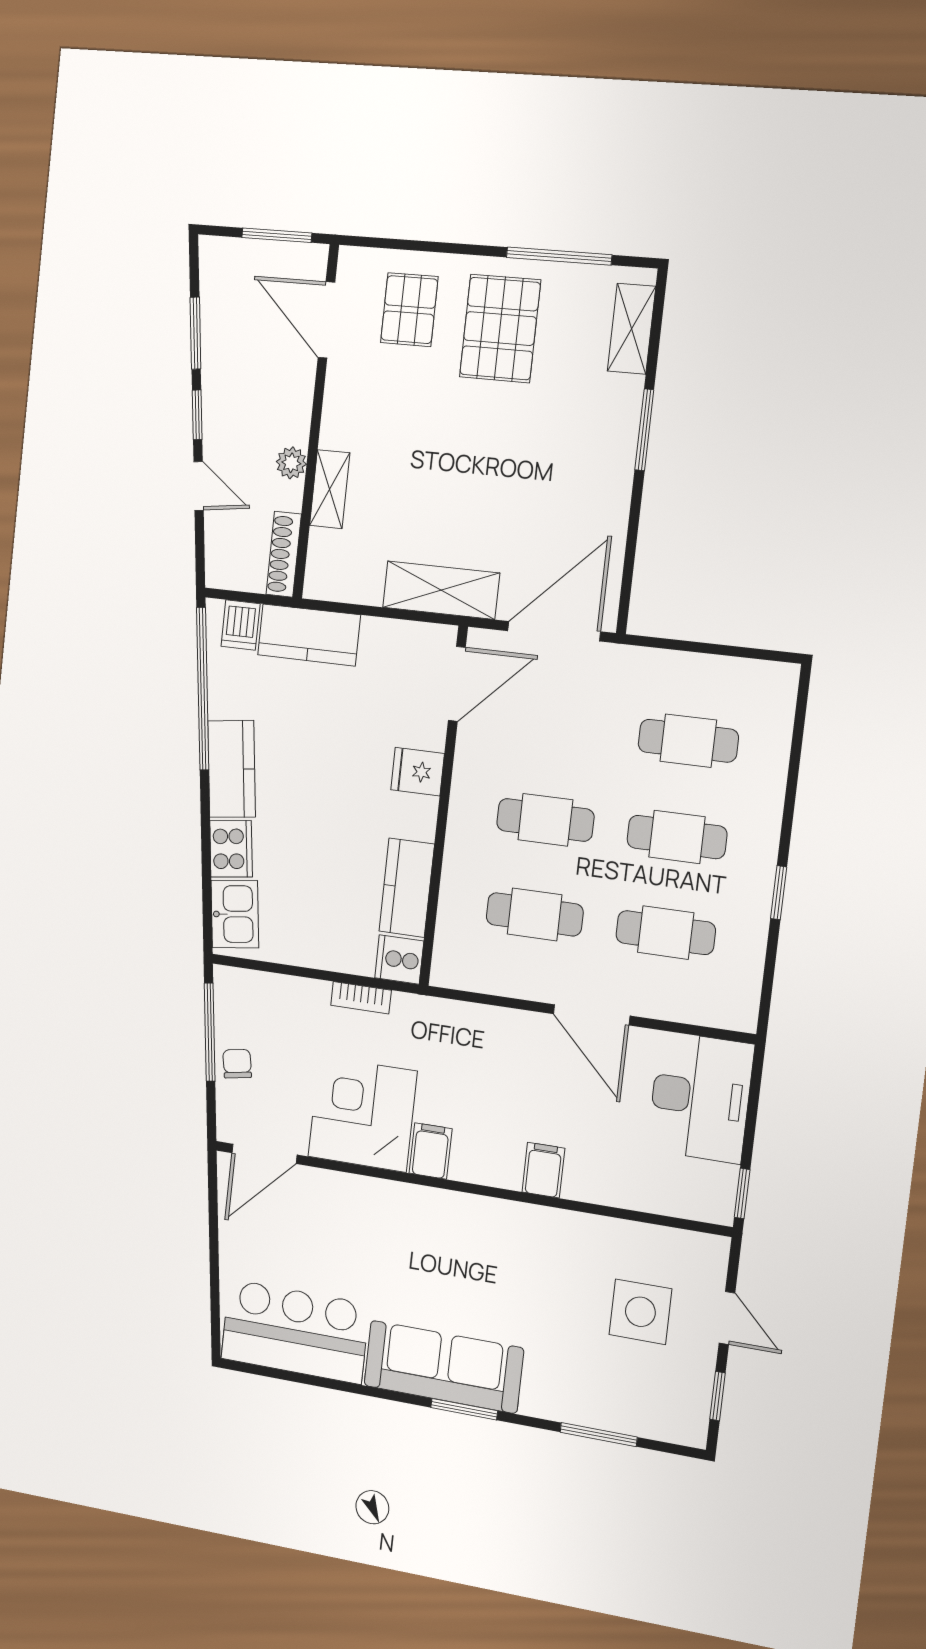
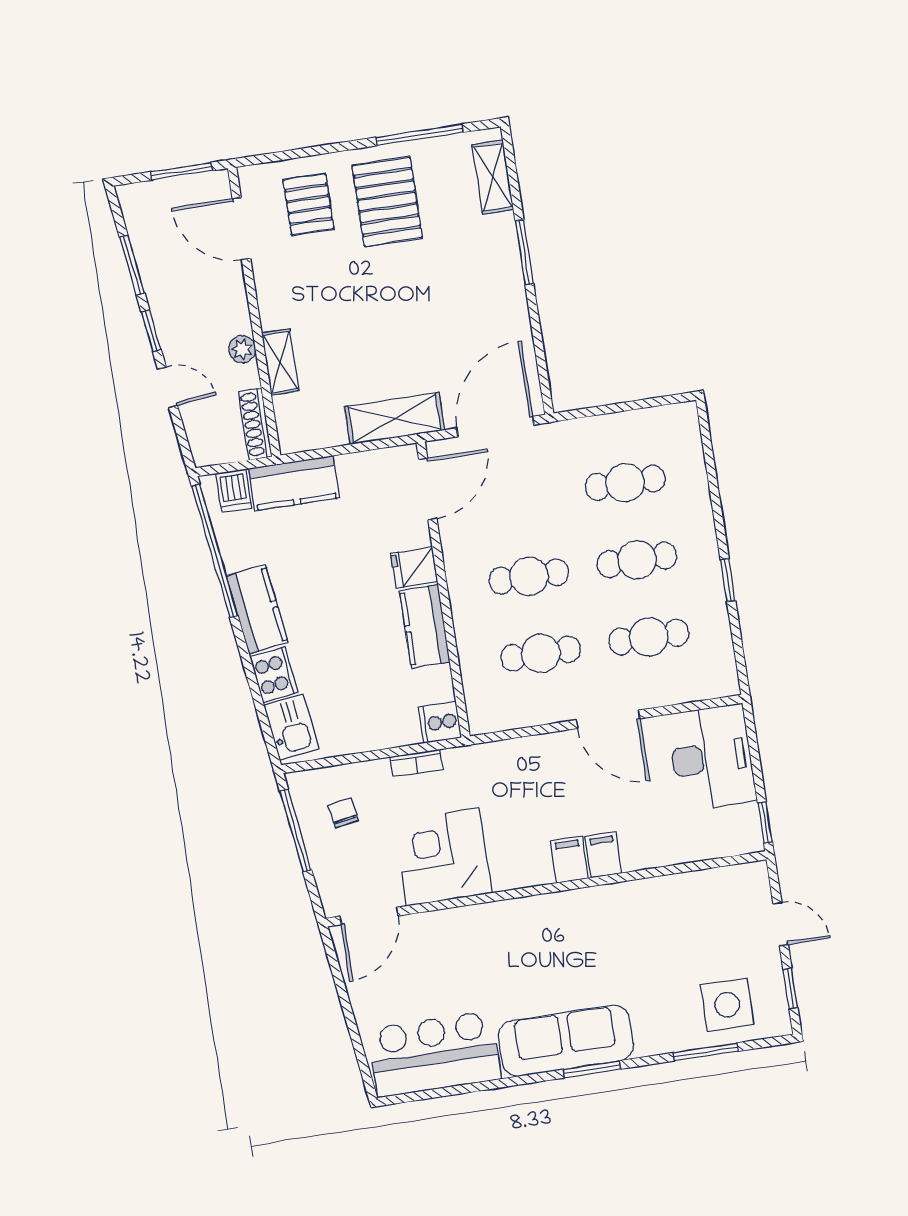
kitchen counter: (407, 888) -> (425, 626), moved
chair: (237, 1064) -> (343, 813), moved
filing cabinet: (431, 1151) -> (569, 860), moved
side table: (640, 1312) -> (727, 1005), moved

